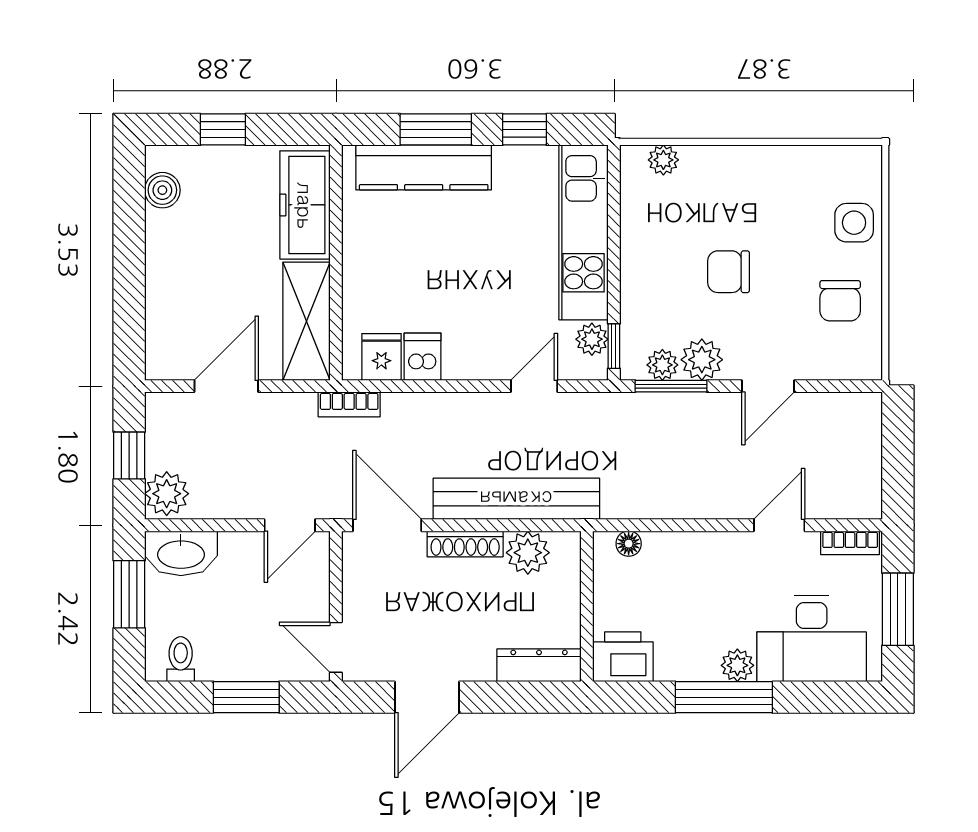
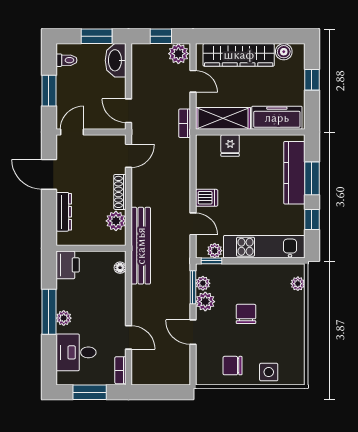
wardrobe: (169, 288) -> (239, 55), added
fridge: (381, 357) -> (230, 146), moved, turned 90
dishwasher: (423, 357) -> (207, 198), moved
door: (226, 386) -> (193, 81), width x0.73
bookcase: (349, 404) -> (185, 123), moved
plant: (167, 494) -> (178, 54), moved
bench: (516, 499) -> (141, 246), moved
door: (387, 525) -> (129, 156), width x0.73
desk: (812, 639) -> (76, 352), width x0.73
dresser: (539, 665) -> (64, 212), moved

